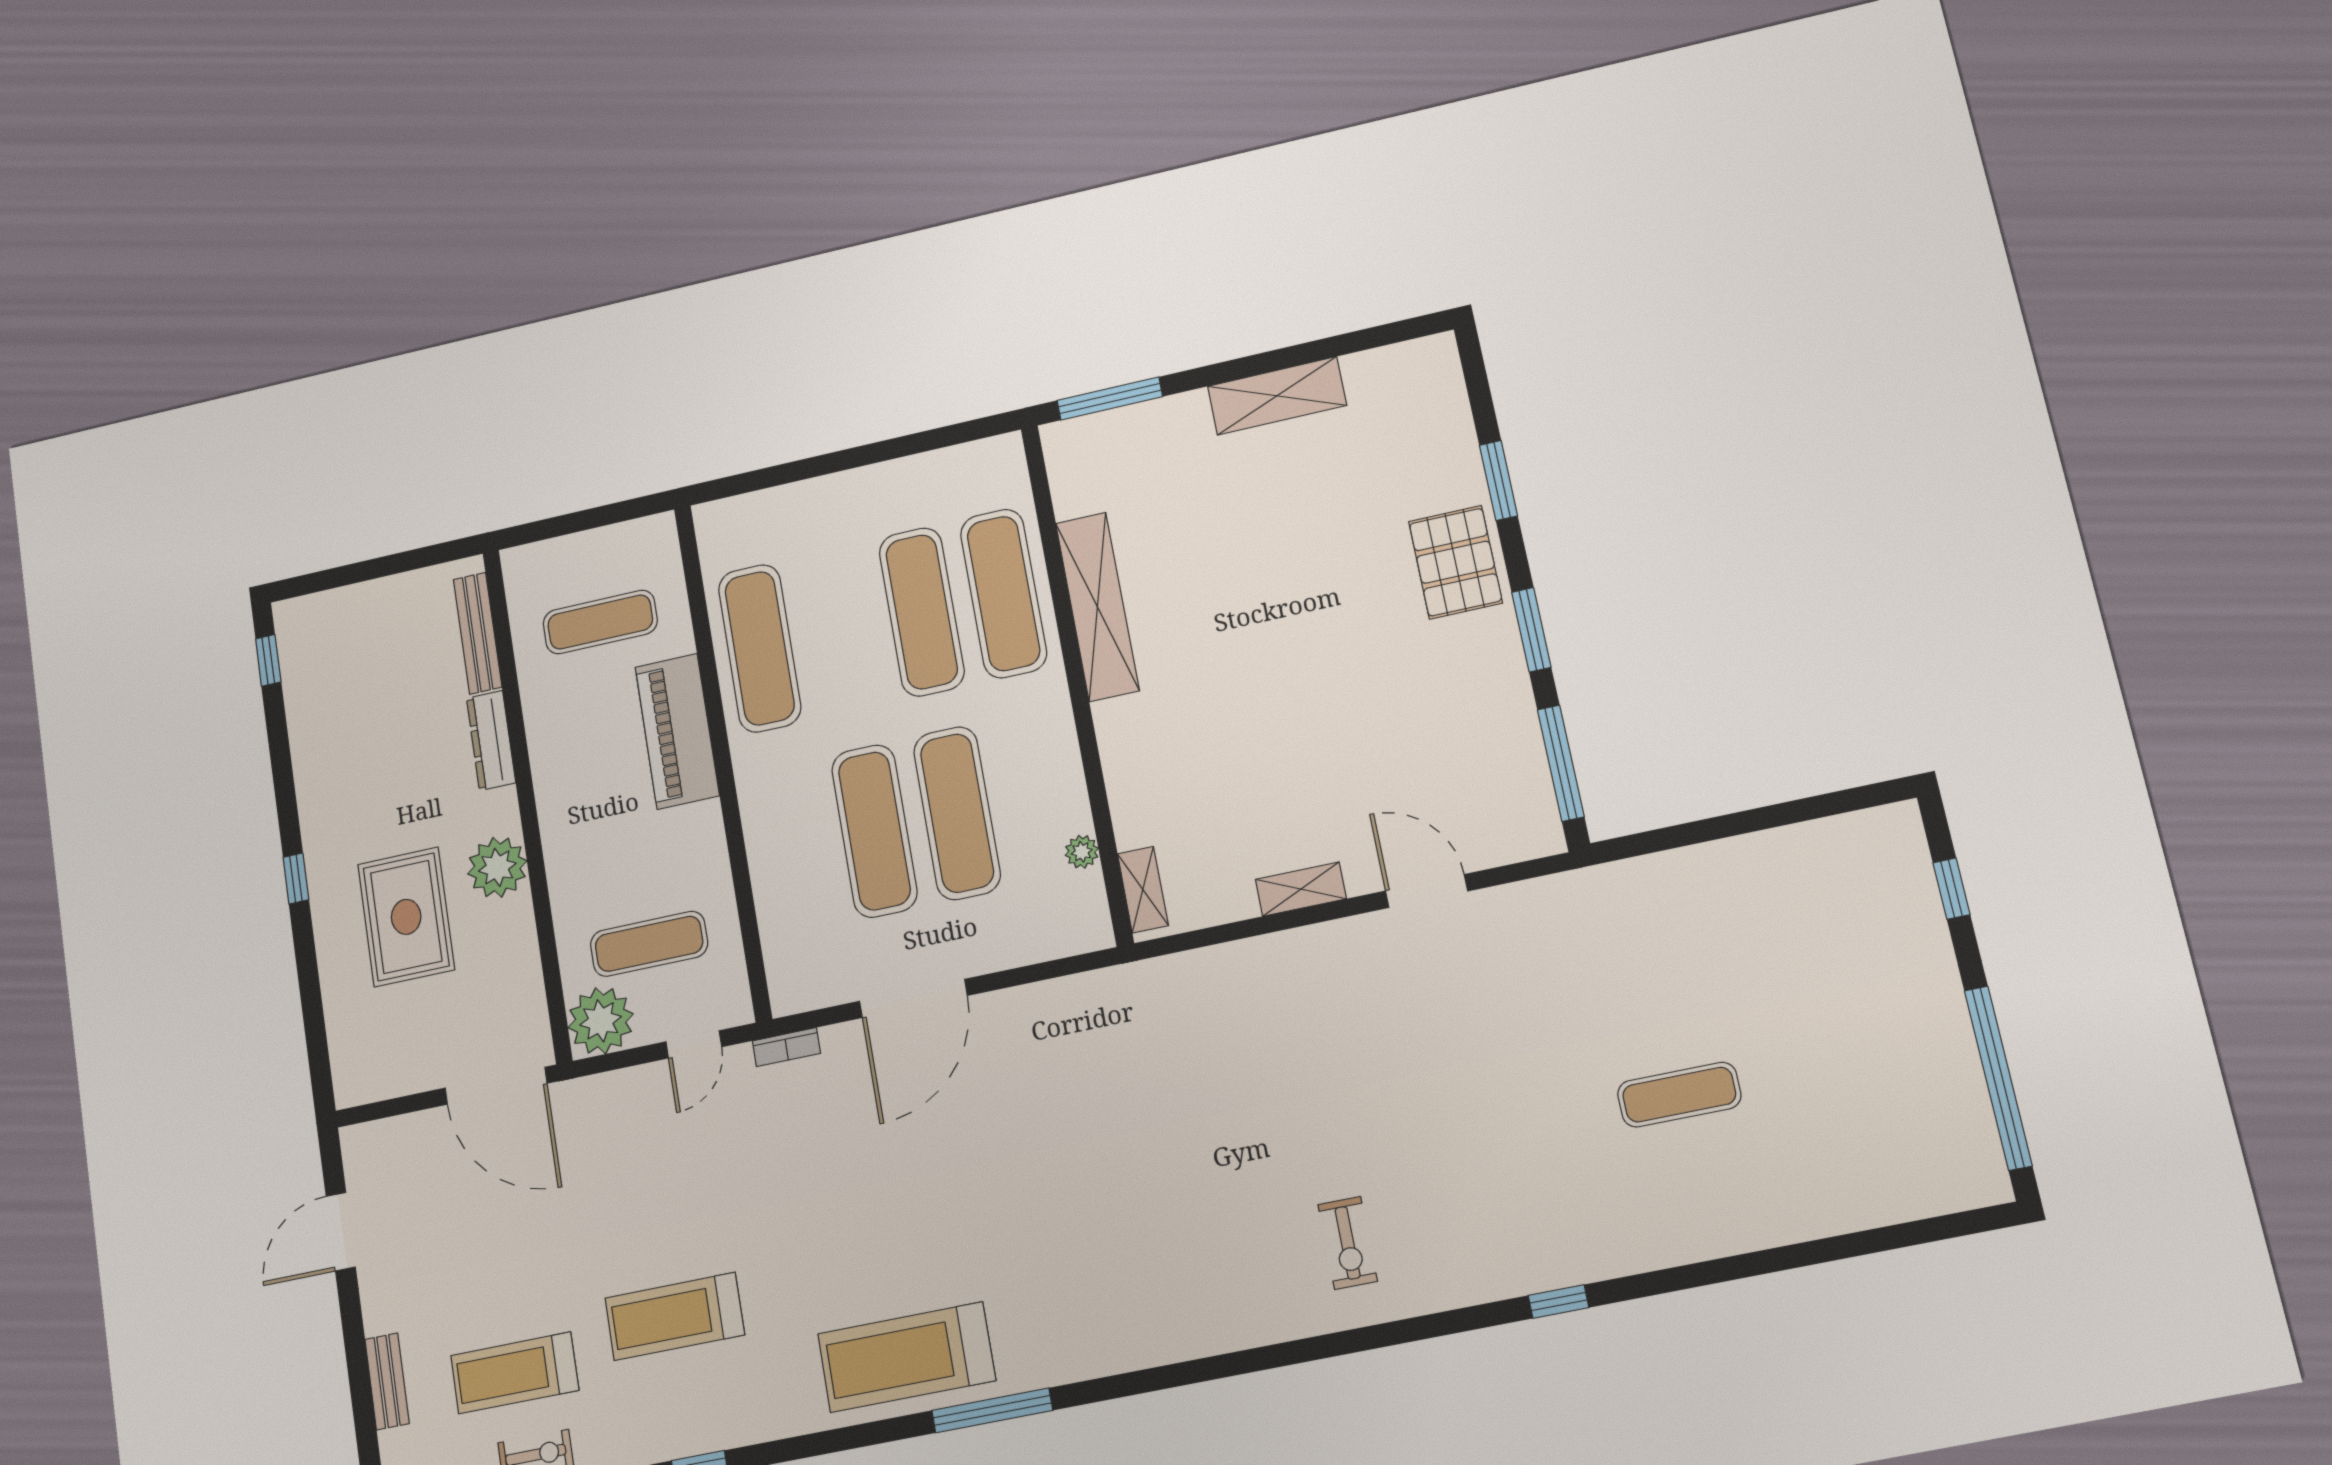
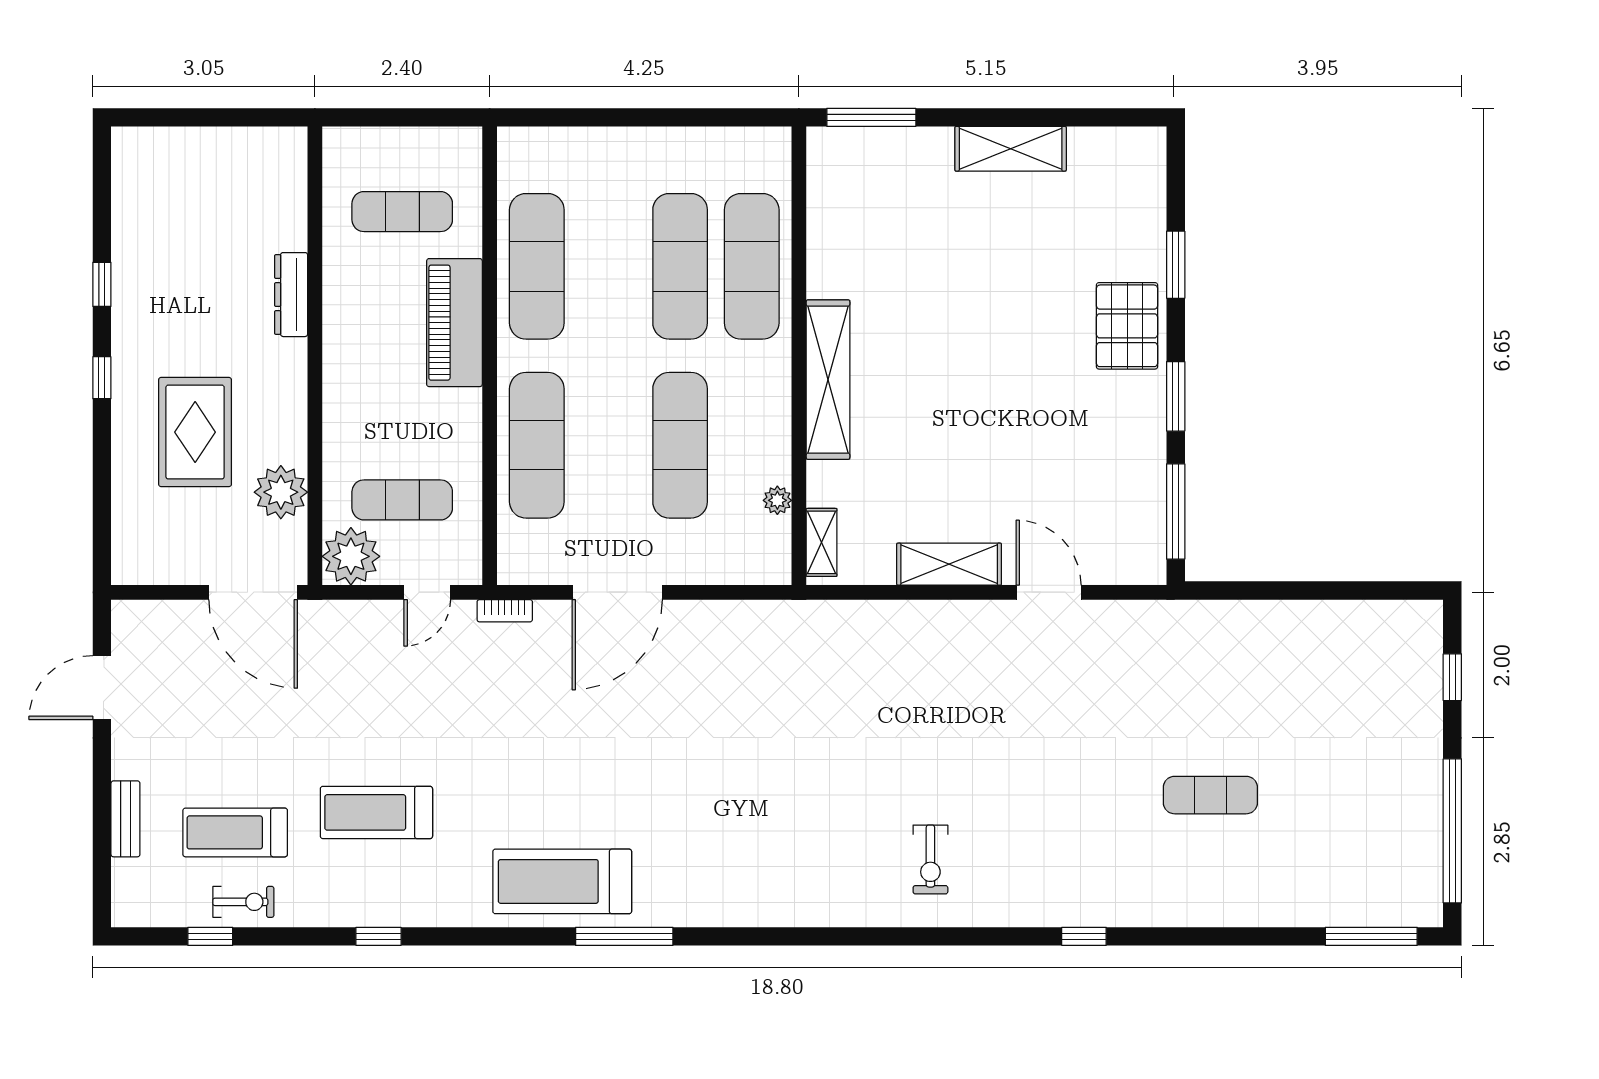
shelving: (1097, 607) -> (828, 380), moved
bench: (478, 633) -> (293, 197), removed
window: (268, 660) -> (102, 284), moved
exercise mat: (874, 831) -> (537, 445), moved
plant: (497, 867) -> (281, 492), moved
shelving: (1301, 889) -> (949, 564), width x1.50, depth x1.33
window: (1925, 1231) -> (1371, 936), added

